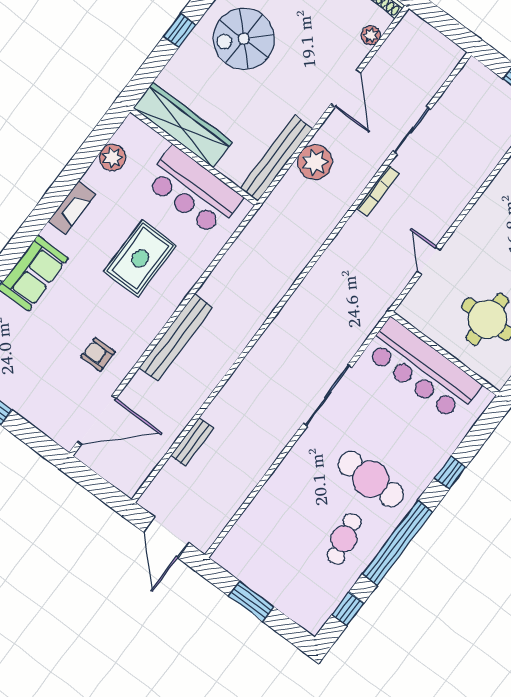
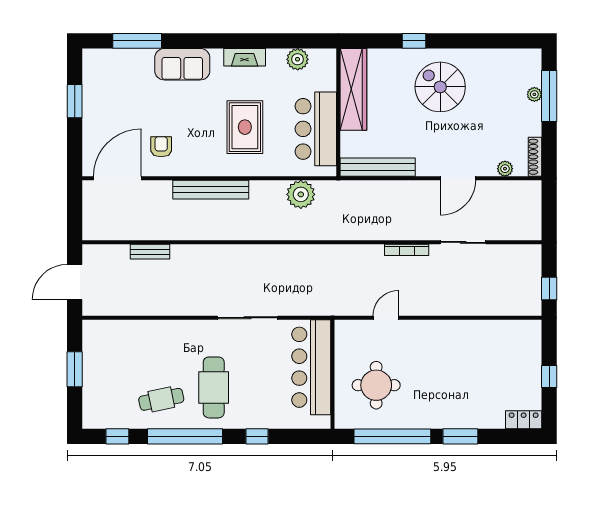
plant: (315, 162) -> (301, 194), moved
rug: (140, 258) -> (245, 127), turned 90
door: (97, 420) -> (117, 178), swing flipped

